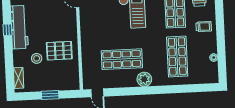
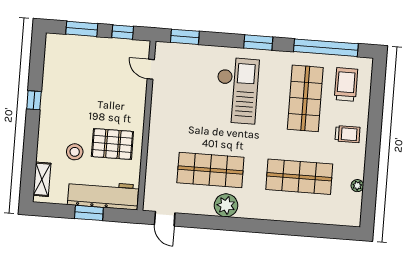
workbench: (19, 27) -> (103, 195), moved, turned -90
shop shelf: (177, 57) -> (299, 177), turned 90
plant: (144, 79) -> (226, 205), moved

